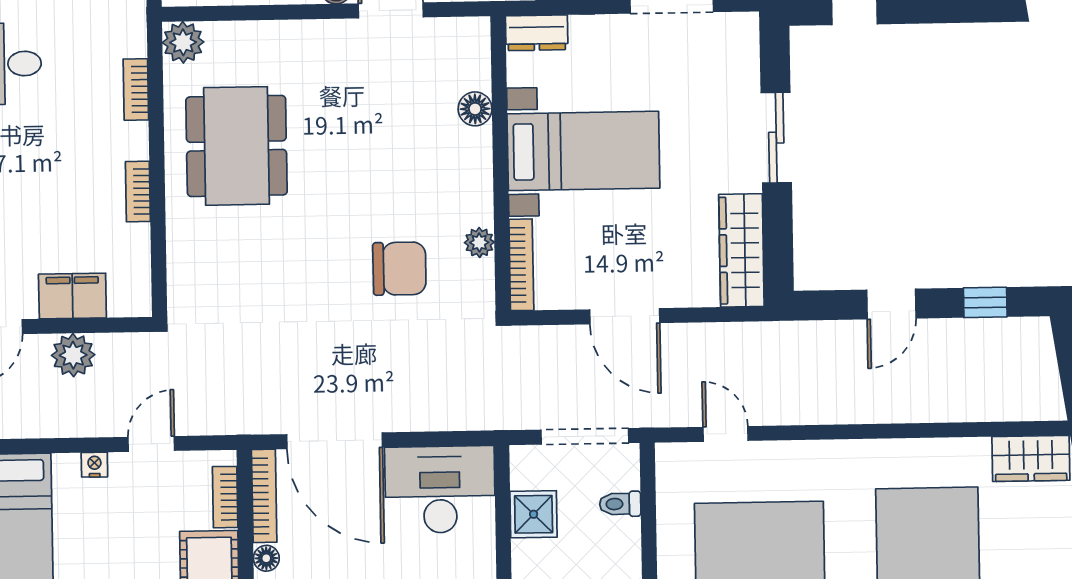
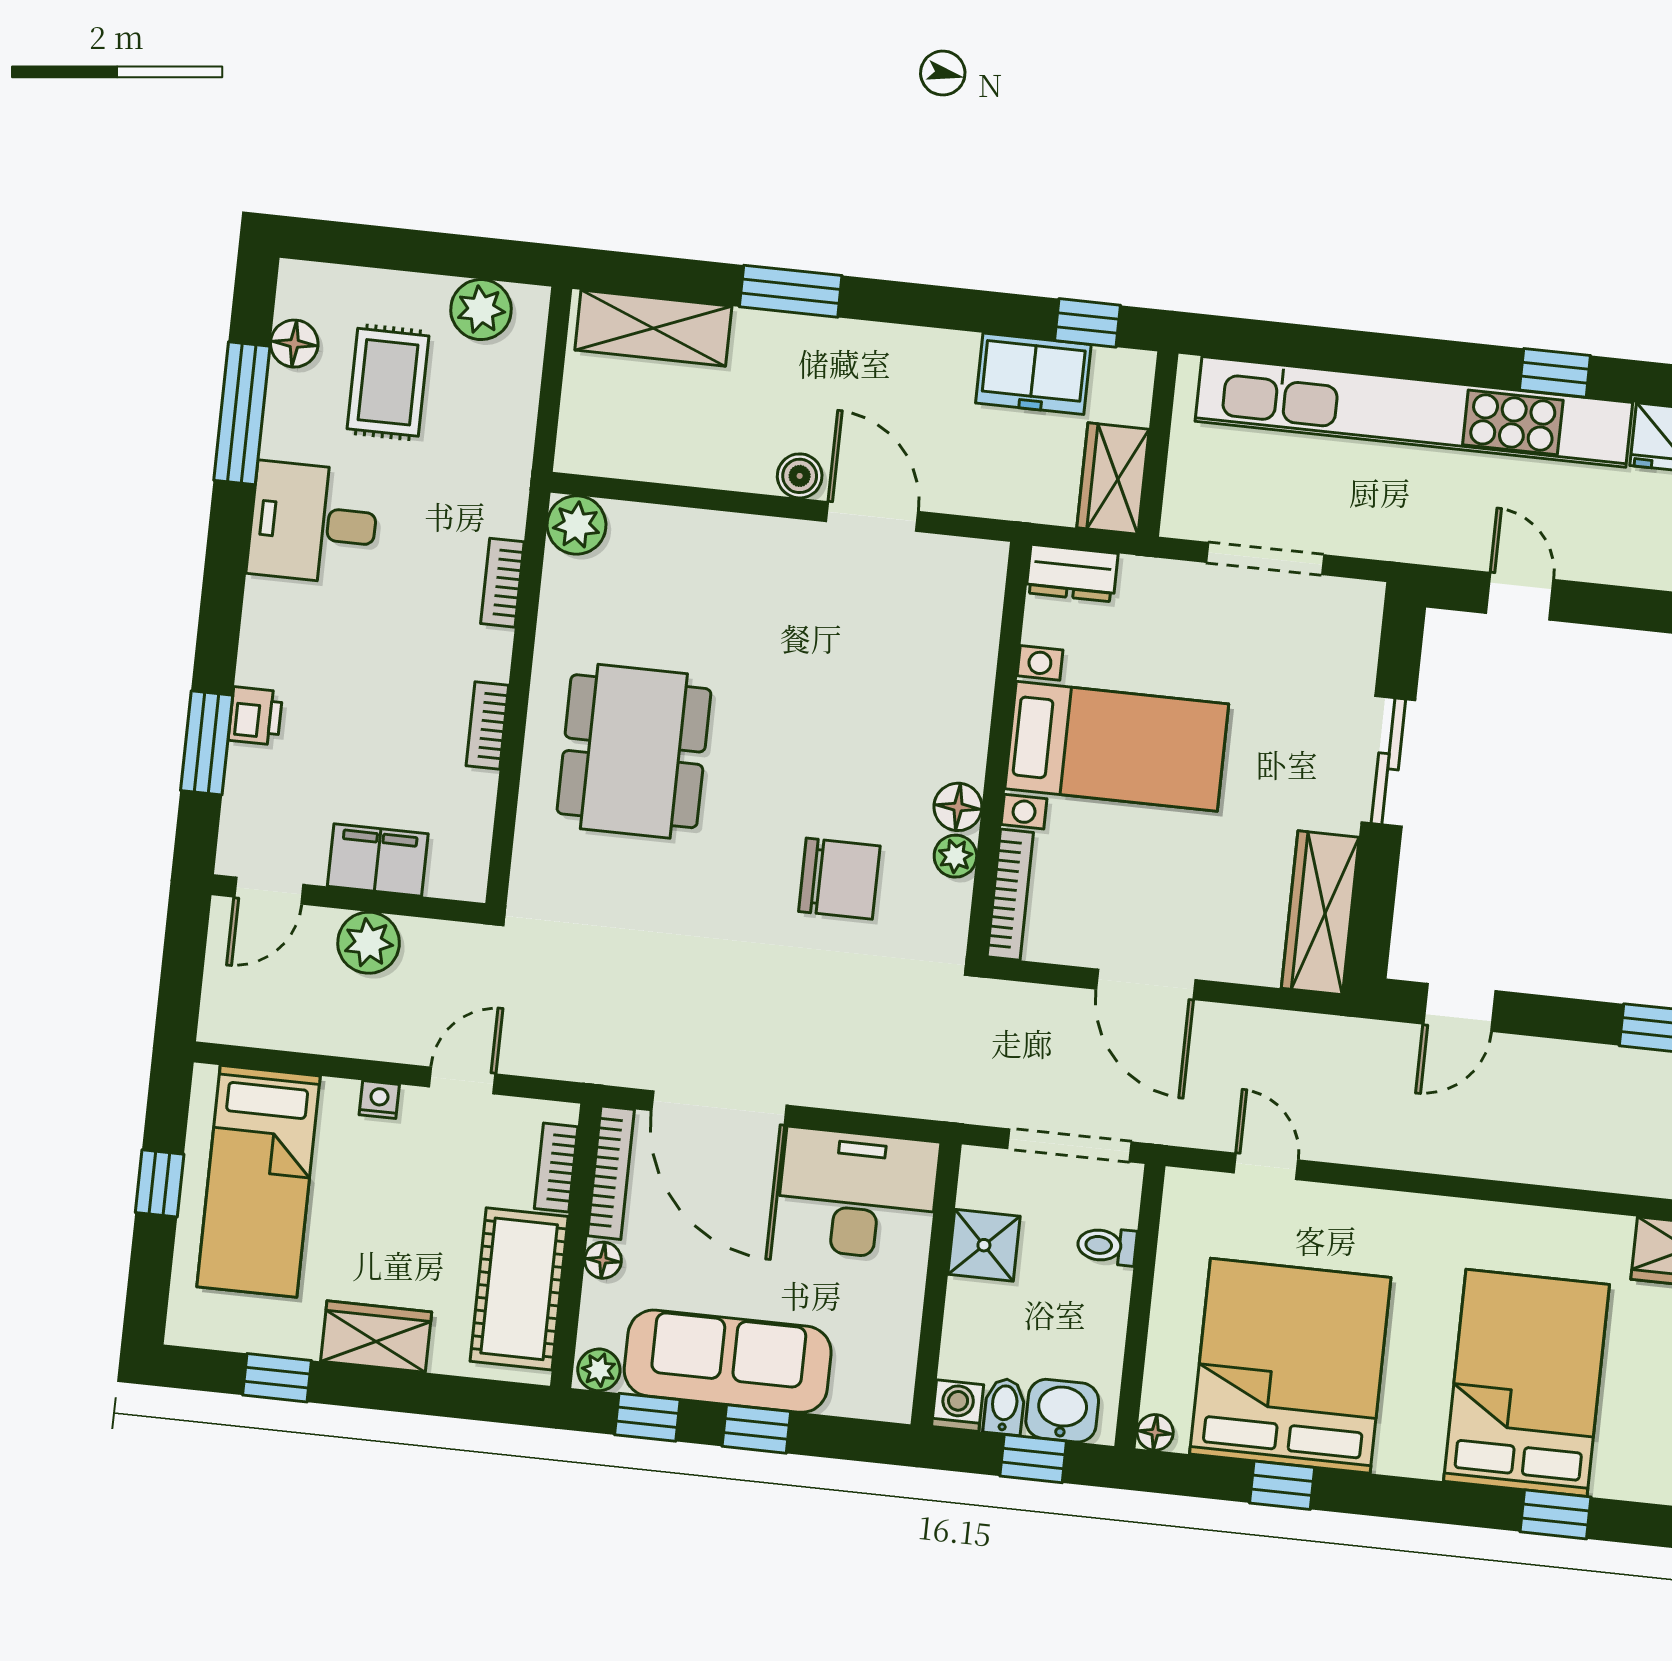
floor lamp: (475, 109) -> (958, 807), moved
dining table: (236, 146) -> (634, 751), moved
door: (891, 304) -> (1459, 1007), moved

